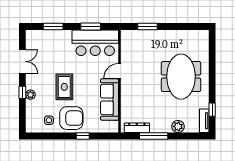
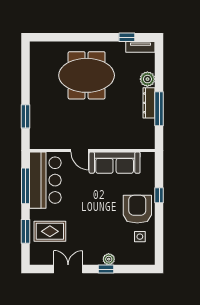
window: (91, 27) -> (26, 186), width x1.44
rug: (64, 87) -> (50, 231), moved
dresser: (137, 128) -> (149, 103), moved

